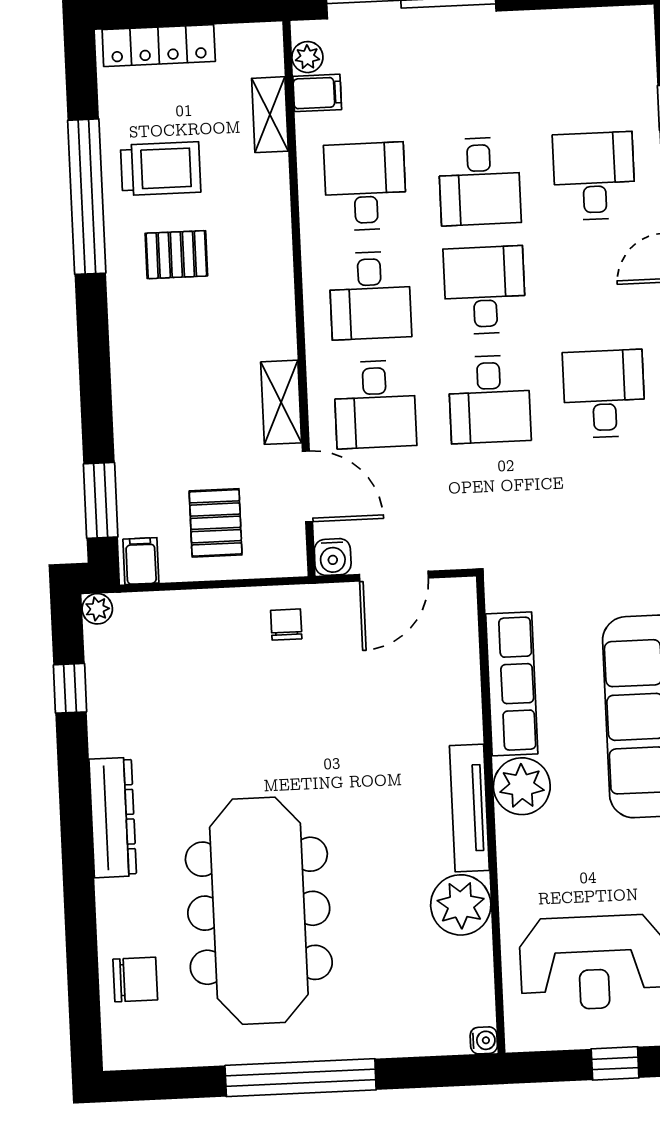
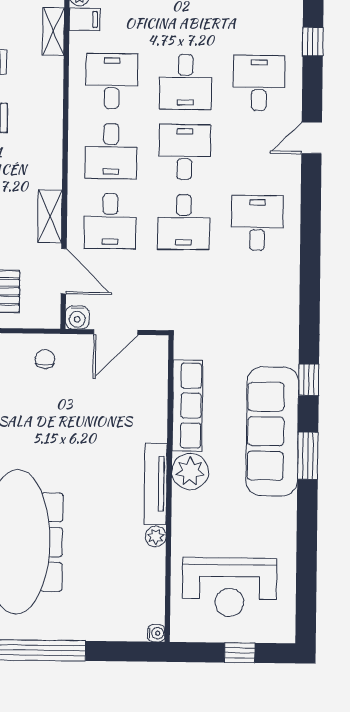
plant: (461, 905) -> (156, 536), width x0.53, depth x0.53

